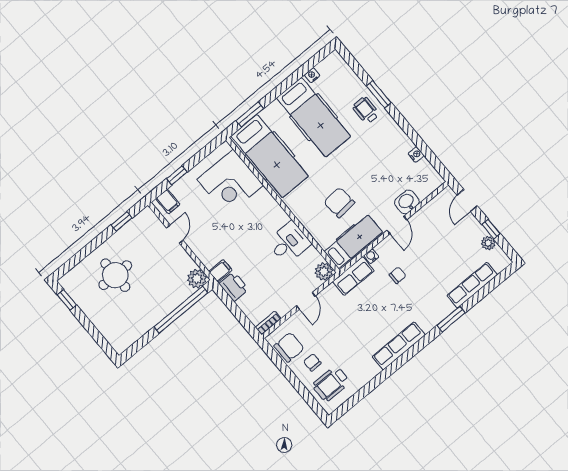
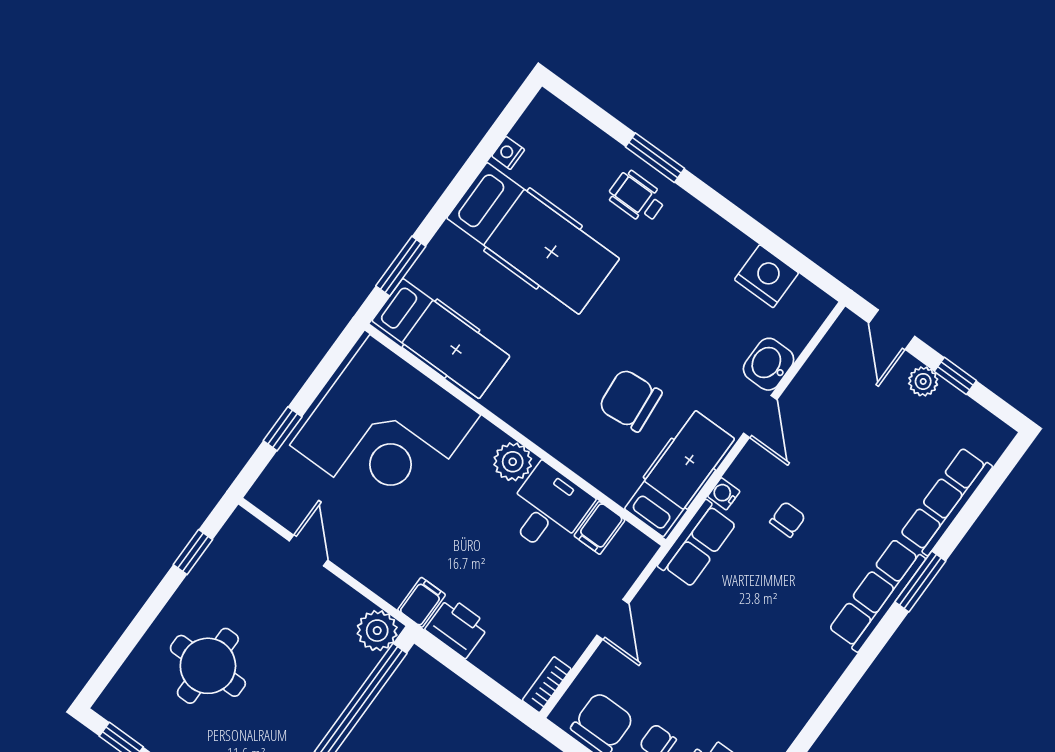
nightstand: (416, 154) -> (766, 276), width x1.89, depth x1.79
hospital bed: (270, 156) -> (441, 339), width x0.73, depth x0.78
corner desk: (230, 182) -> (385, 430), width x1.36, depth x1.36
filing cabinet: (168, 201) -> (599, 528), moved, turned 90
plant: (488, 243) -> (923, 381), moved
plant: (324, 272) -> (513, 462), moved
row of seats: (399, 346) -> (877, 595), moved

